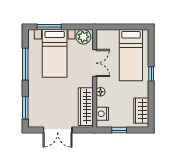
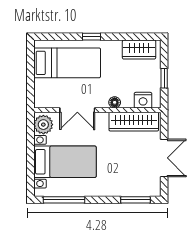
window: (49, 27) -> (30, 169), removed
double door: (95, 63) -> (77, 110), swing flipped
window: (25, 64) -> (64, 200), moved

